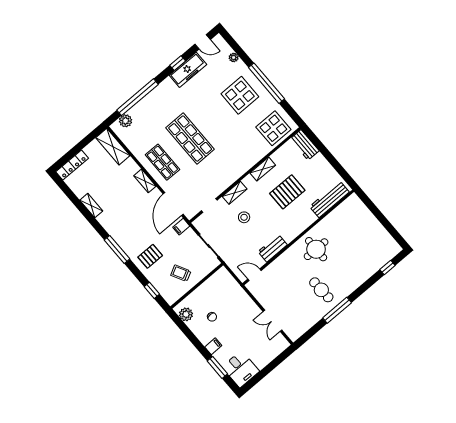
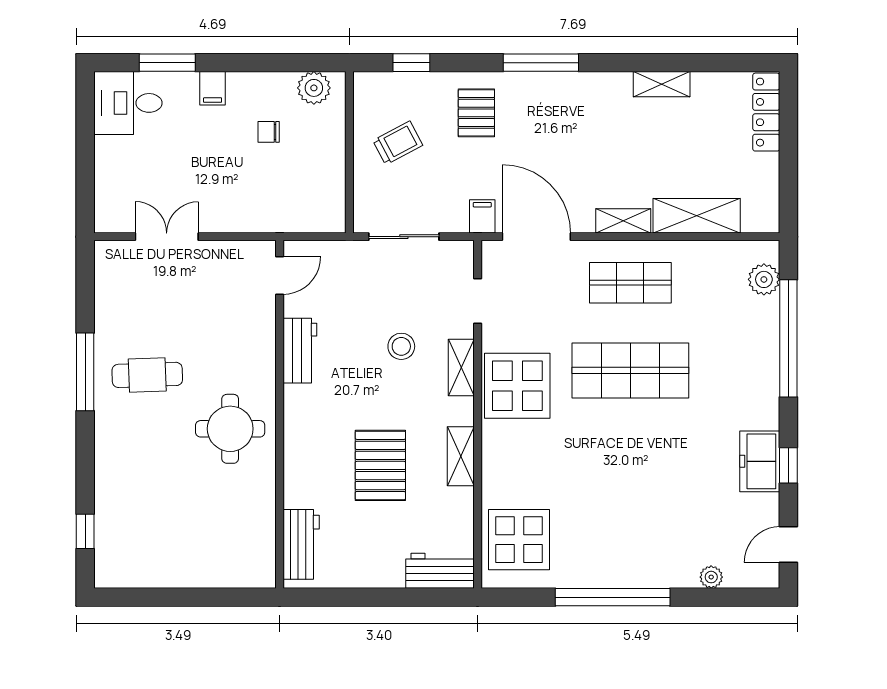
freezer: (188, 70) -> (760, 461), width x0.71
display table: (240, 95) -> (517, 386), moved
shelving: (113, 147) -> (697, 216), moved
workbench: (329, 199) -> (301, 544), width x0.73

